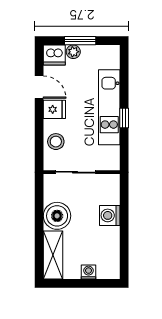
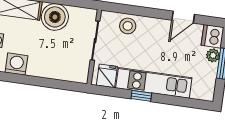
fridge: (54, 109) -> (107, 76), moved, turned 180
washing machine: (110, 215) -> (16, 64), moved

